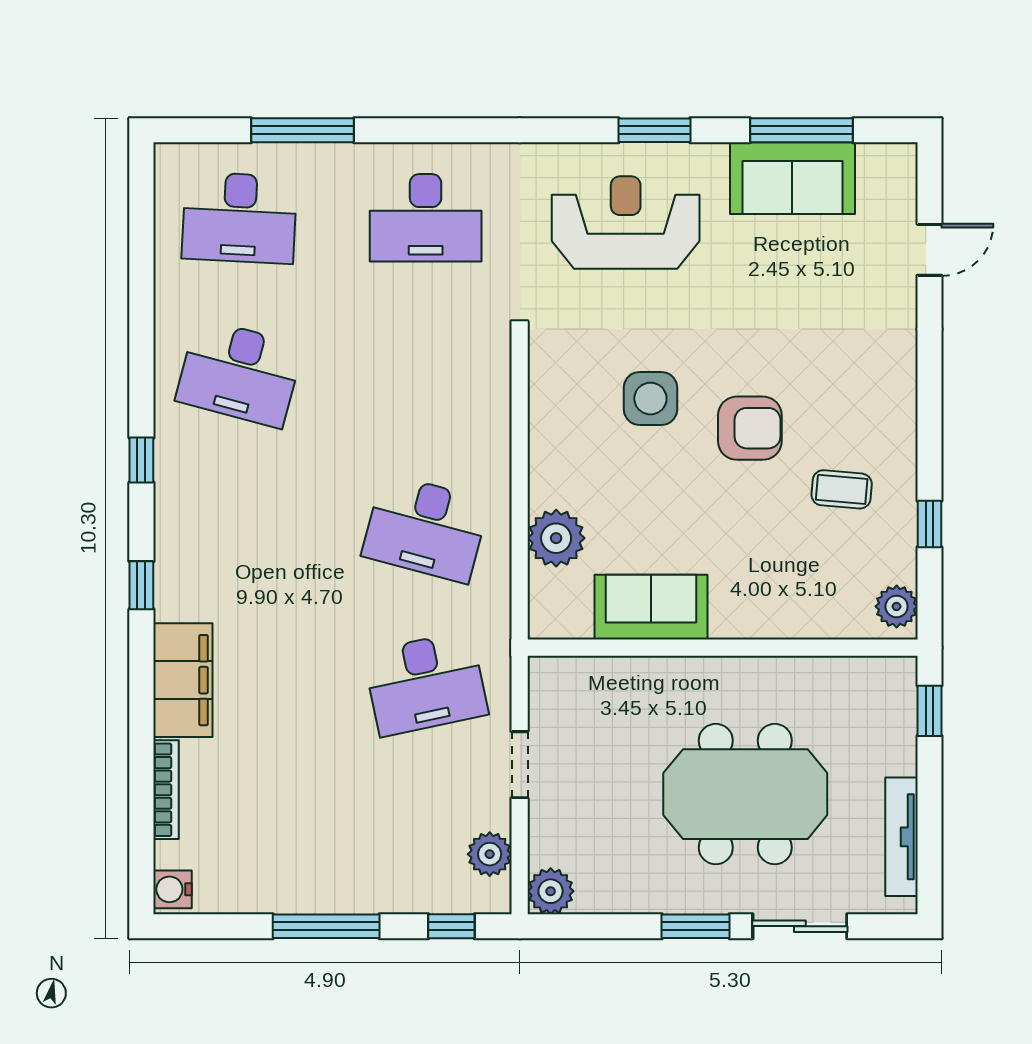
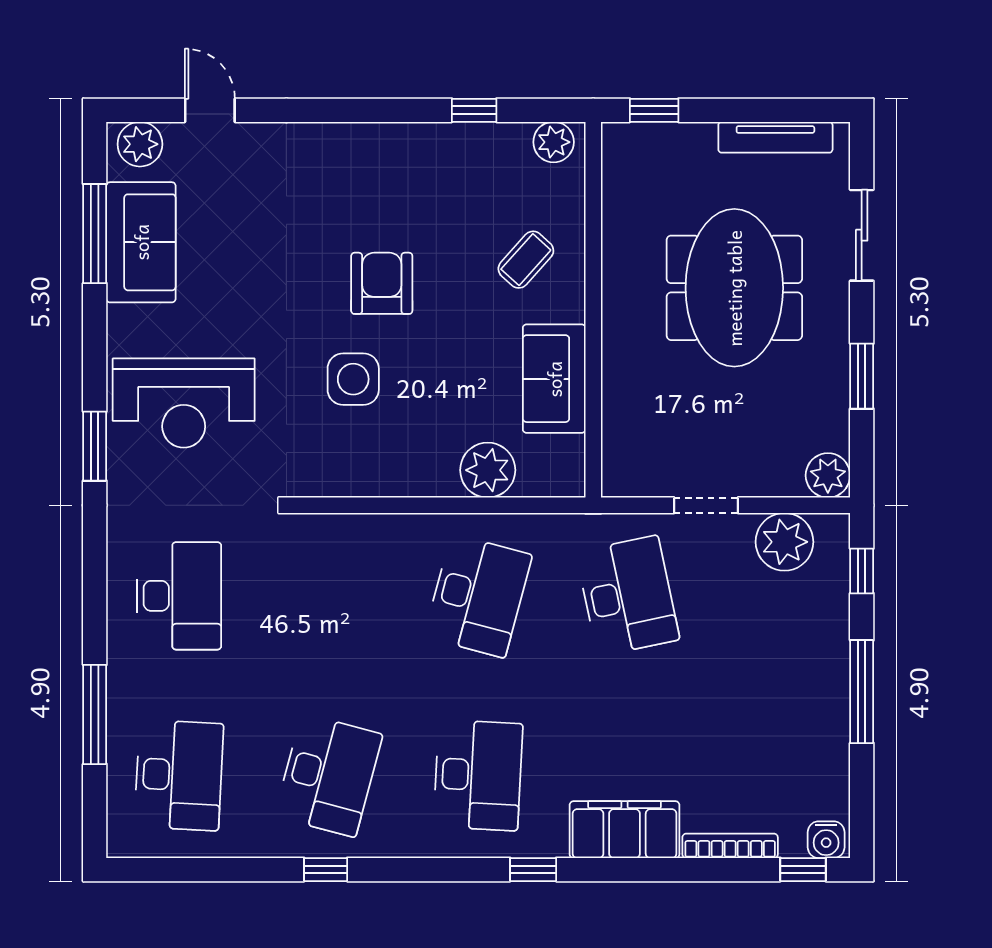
window: (654, 130) -> (95, 446), moved
plant: (894, 177) -> (140, 144), added
reception desk: (626, 223) -> (184, 403), turned -90
window: (141, 460) -> (326, 870), moved
coffee table: (842, 489) -> (526, 260), moved, turned 37
desk: (239, 528) -> (478, 775), added
plant: (490, 854) -> (784, 542), width x1.36, depth x1.36
window: (141, 865) -> (803, 870), added
window: (696, 926) -> (862, 376), moved

